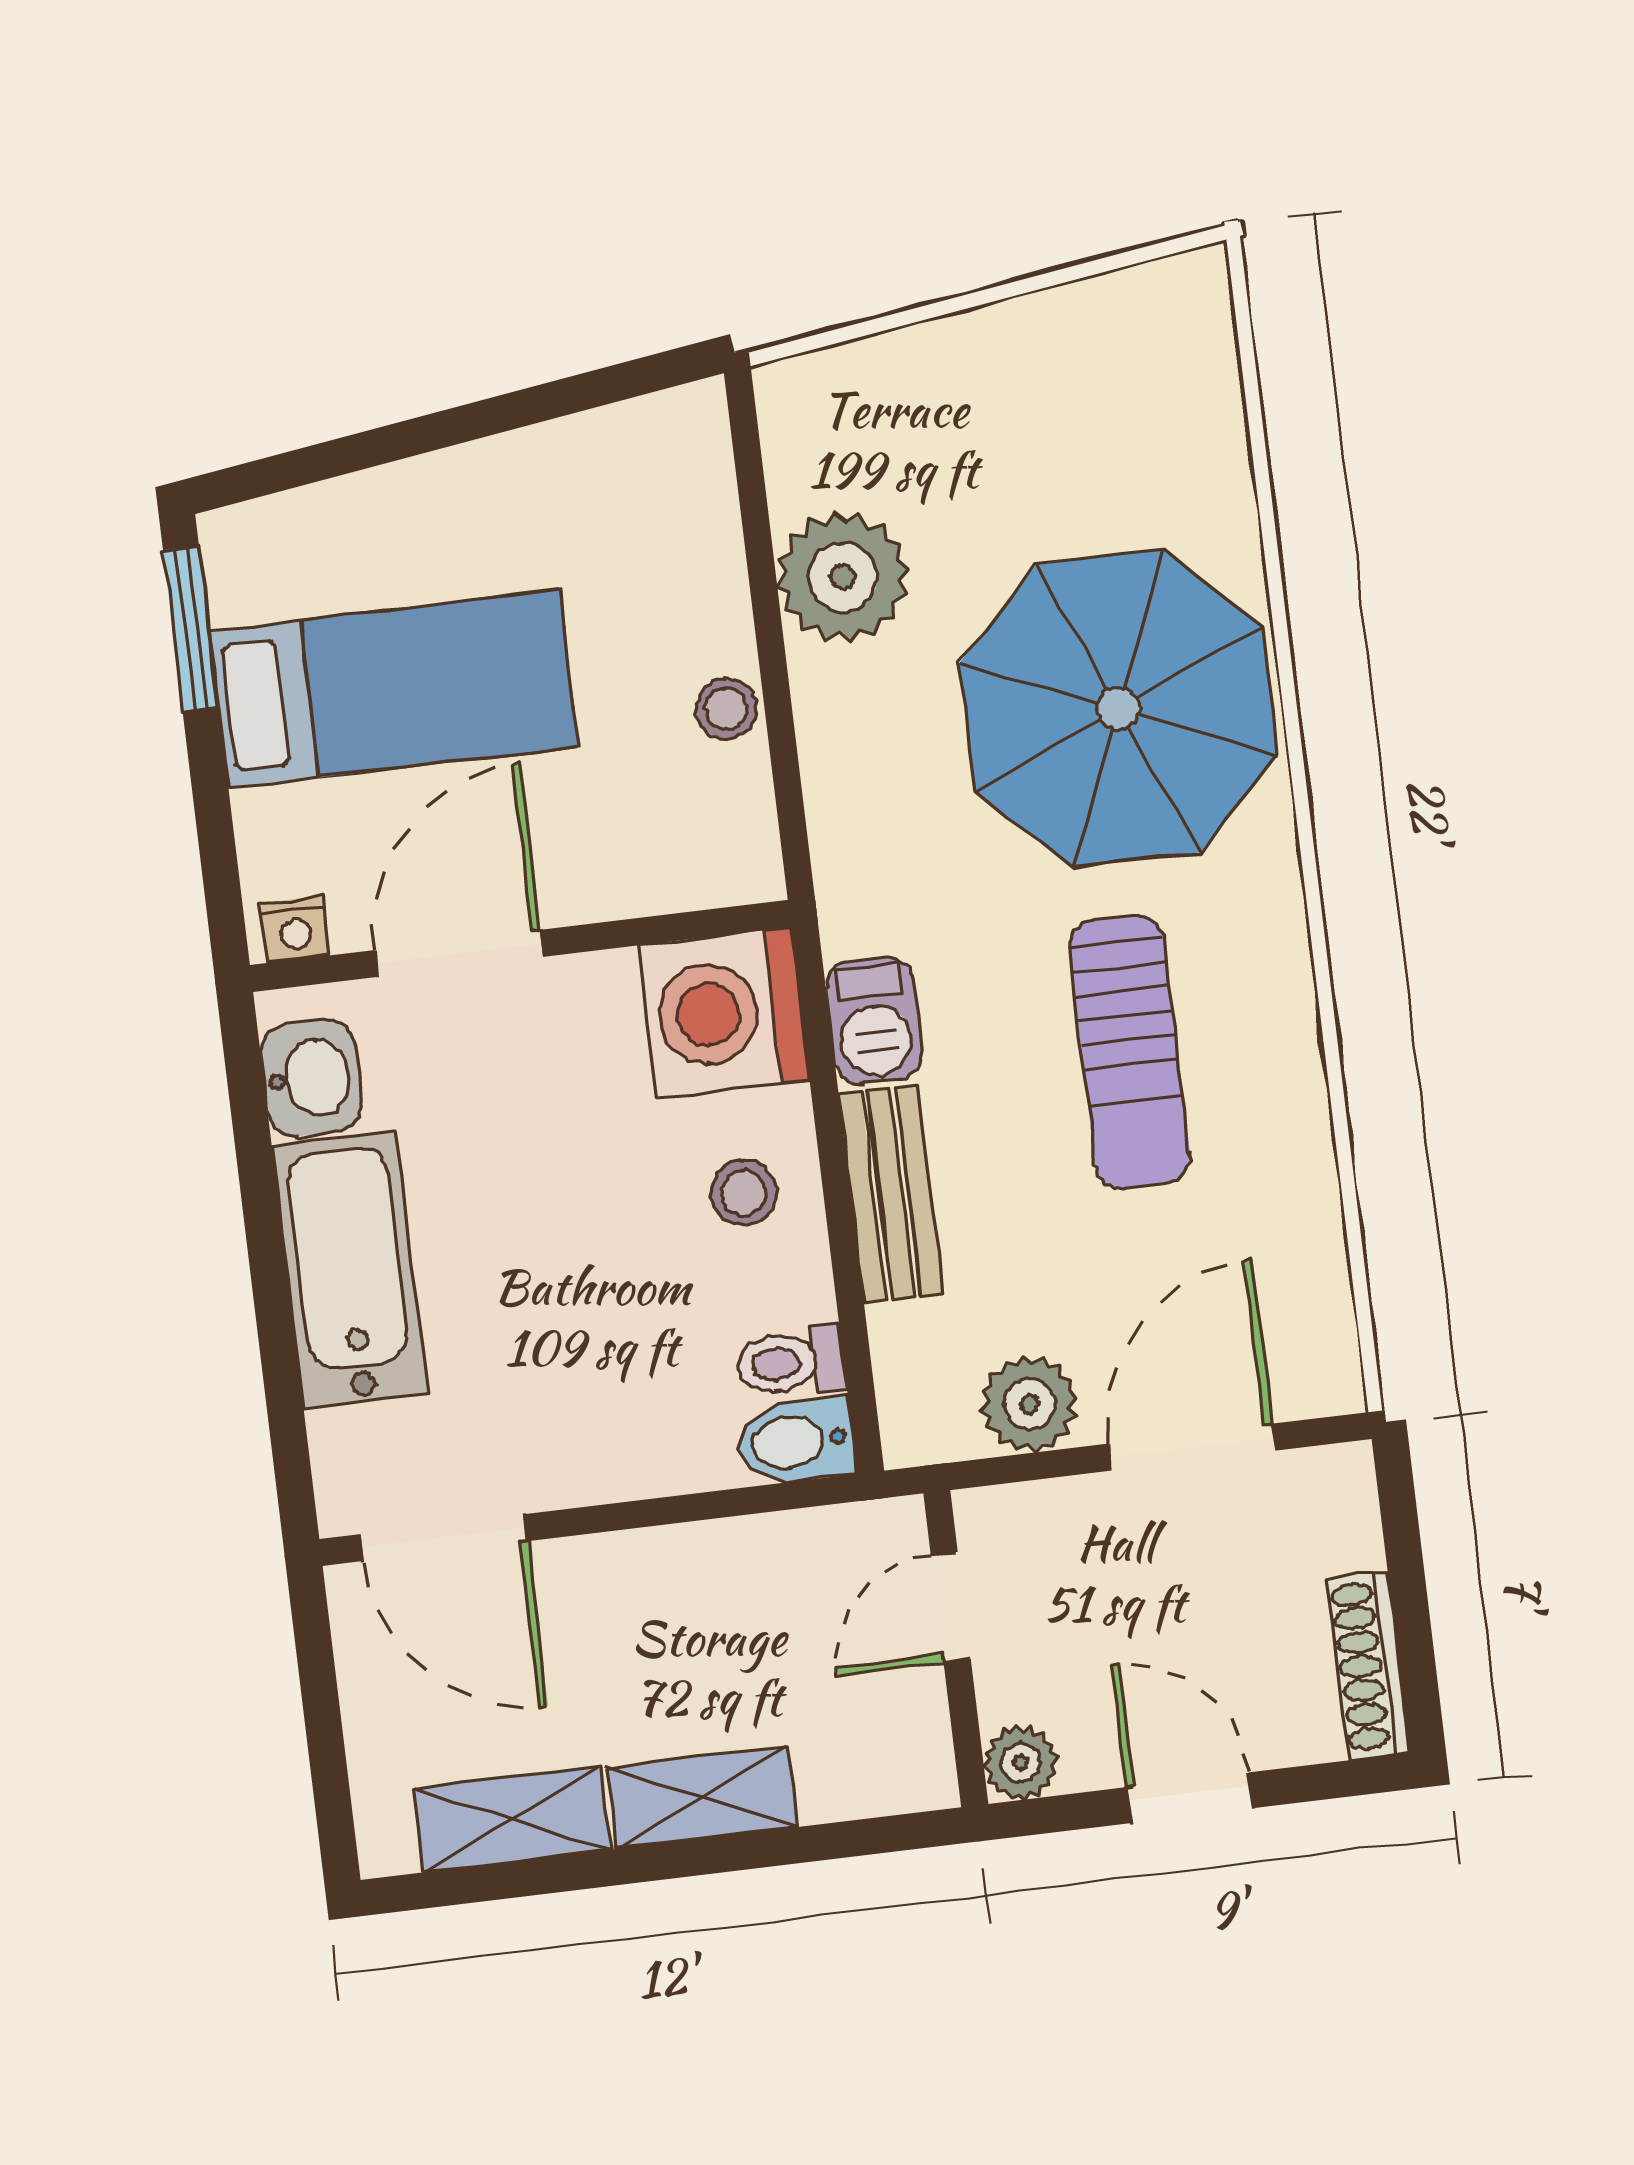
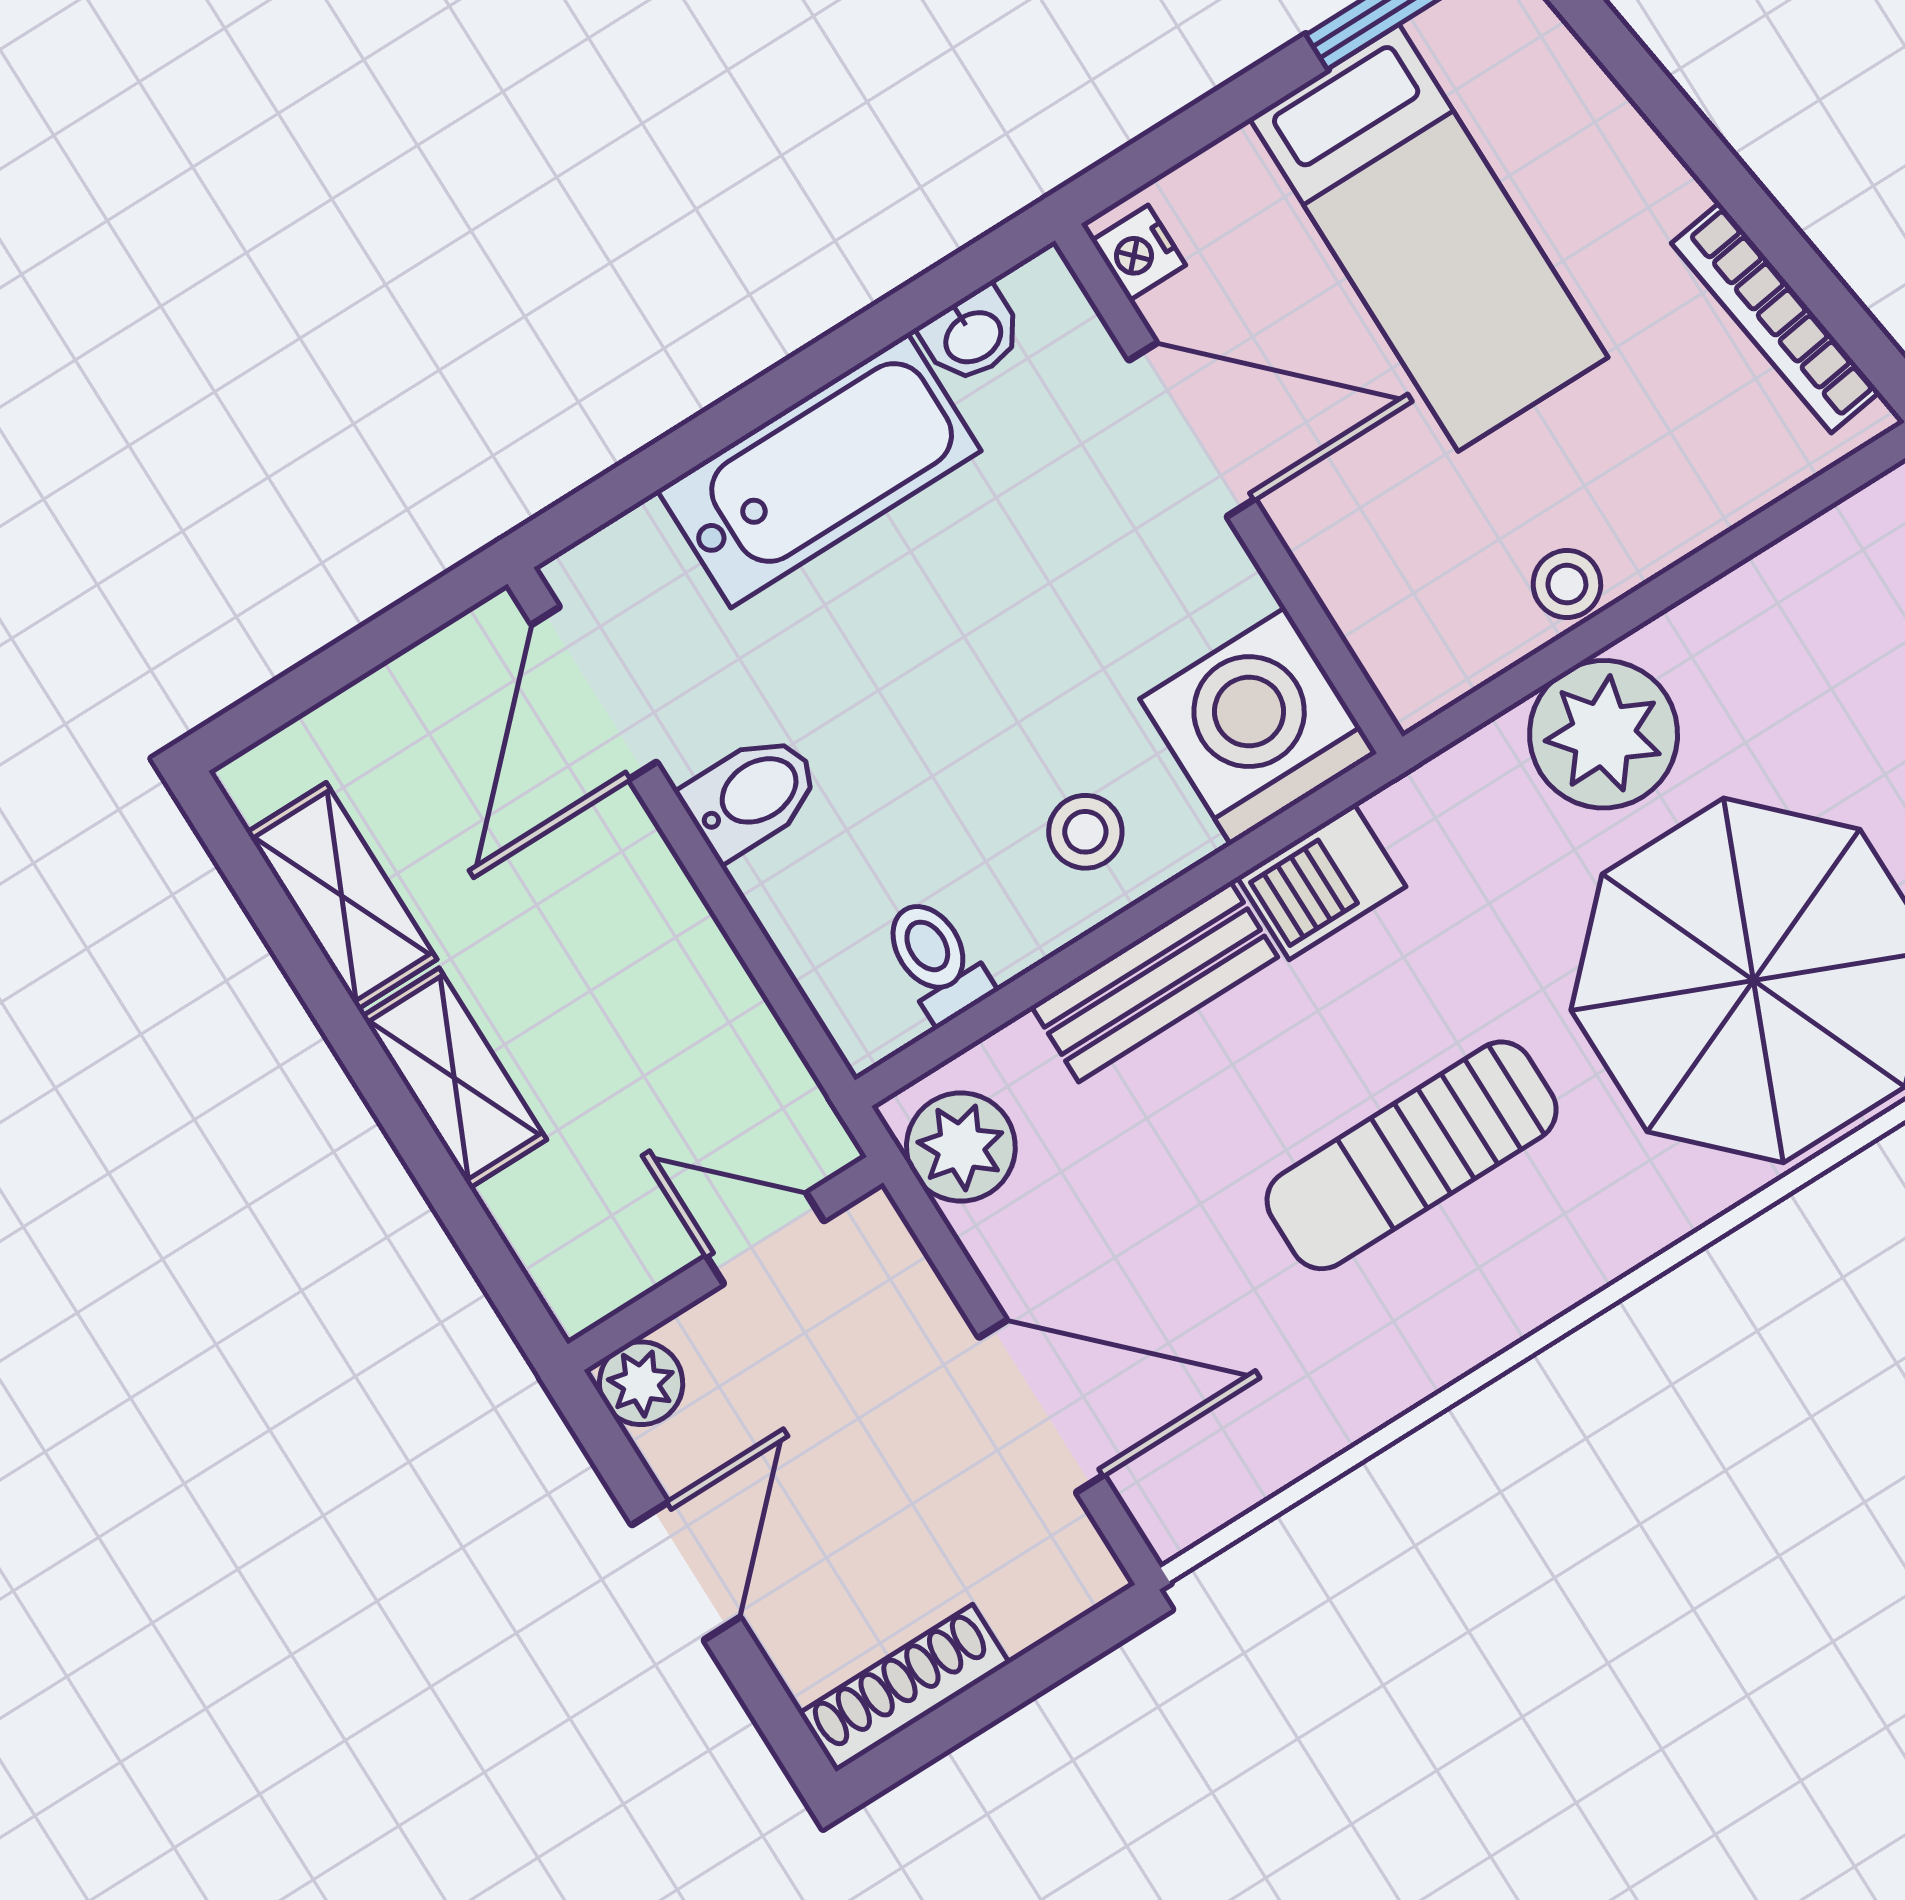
bookcase: (590, 438) -> (1776, 318), added
plant: (843, 577) -> (1604, 734), moved
washbasin: (311, 1078) -> (972, 335), width x0.72, depth x0.69
plant: (1029, 1404) -> (961, 1147), moved
bidet: (796, 1442) -> (751, 795), moved, turned 90

